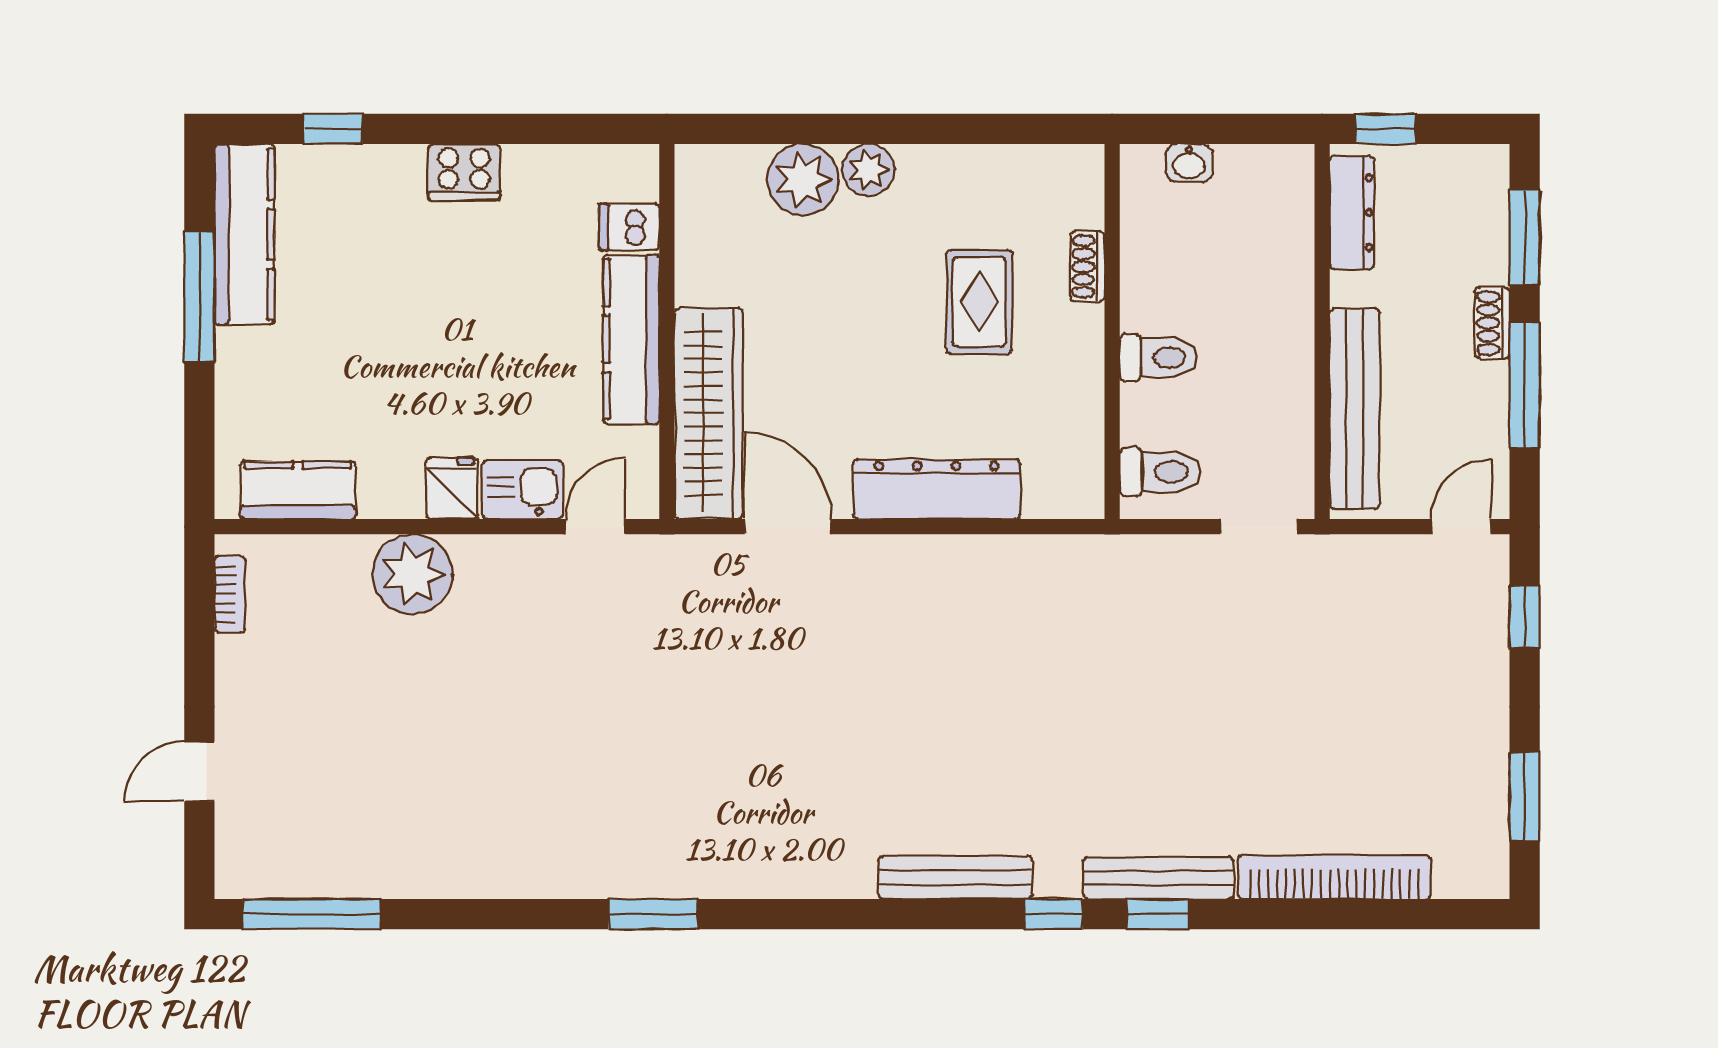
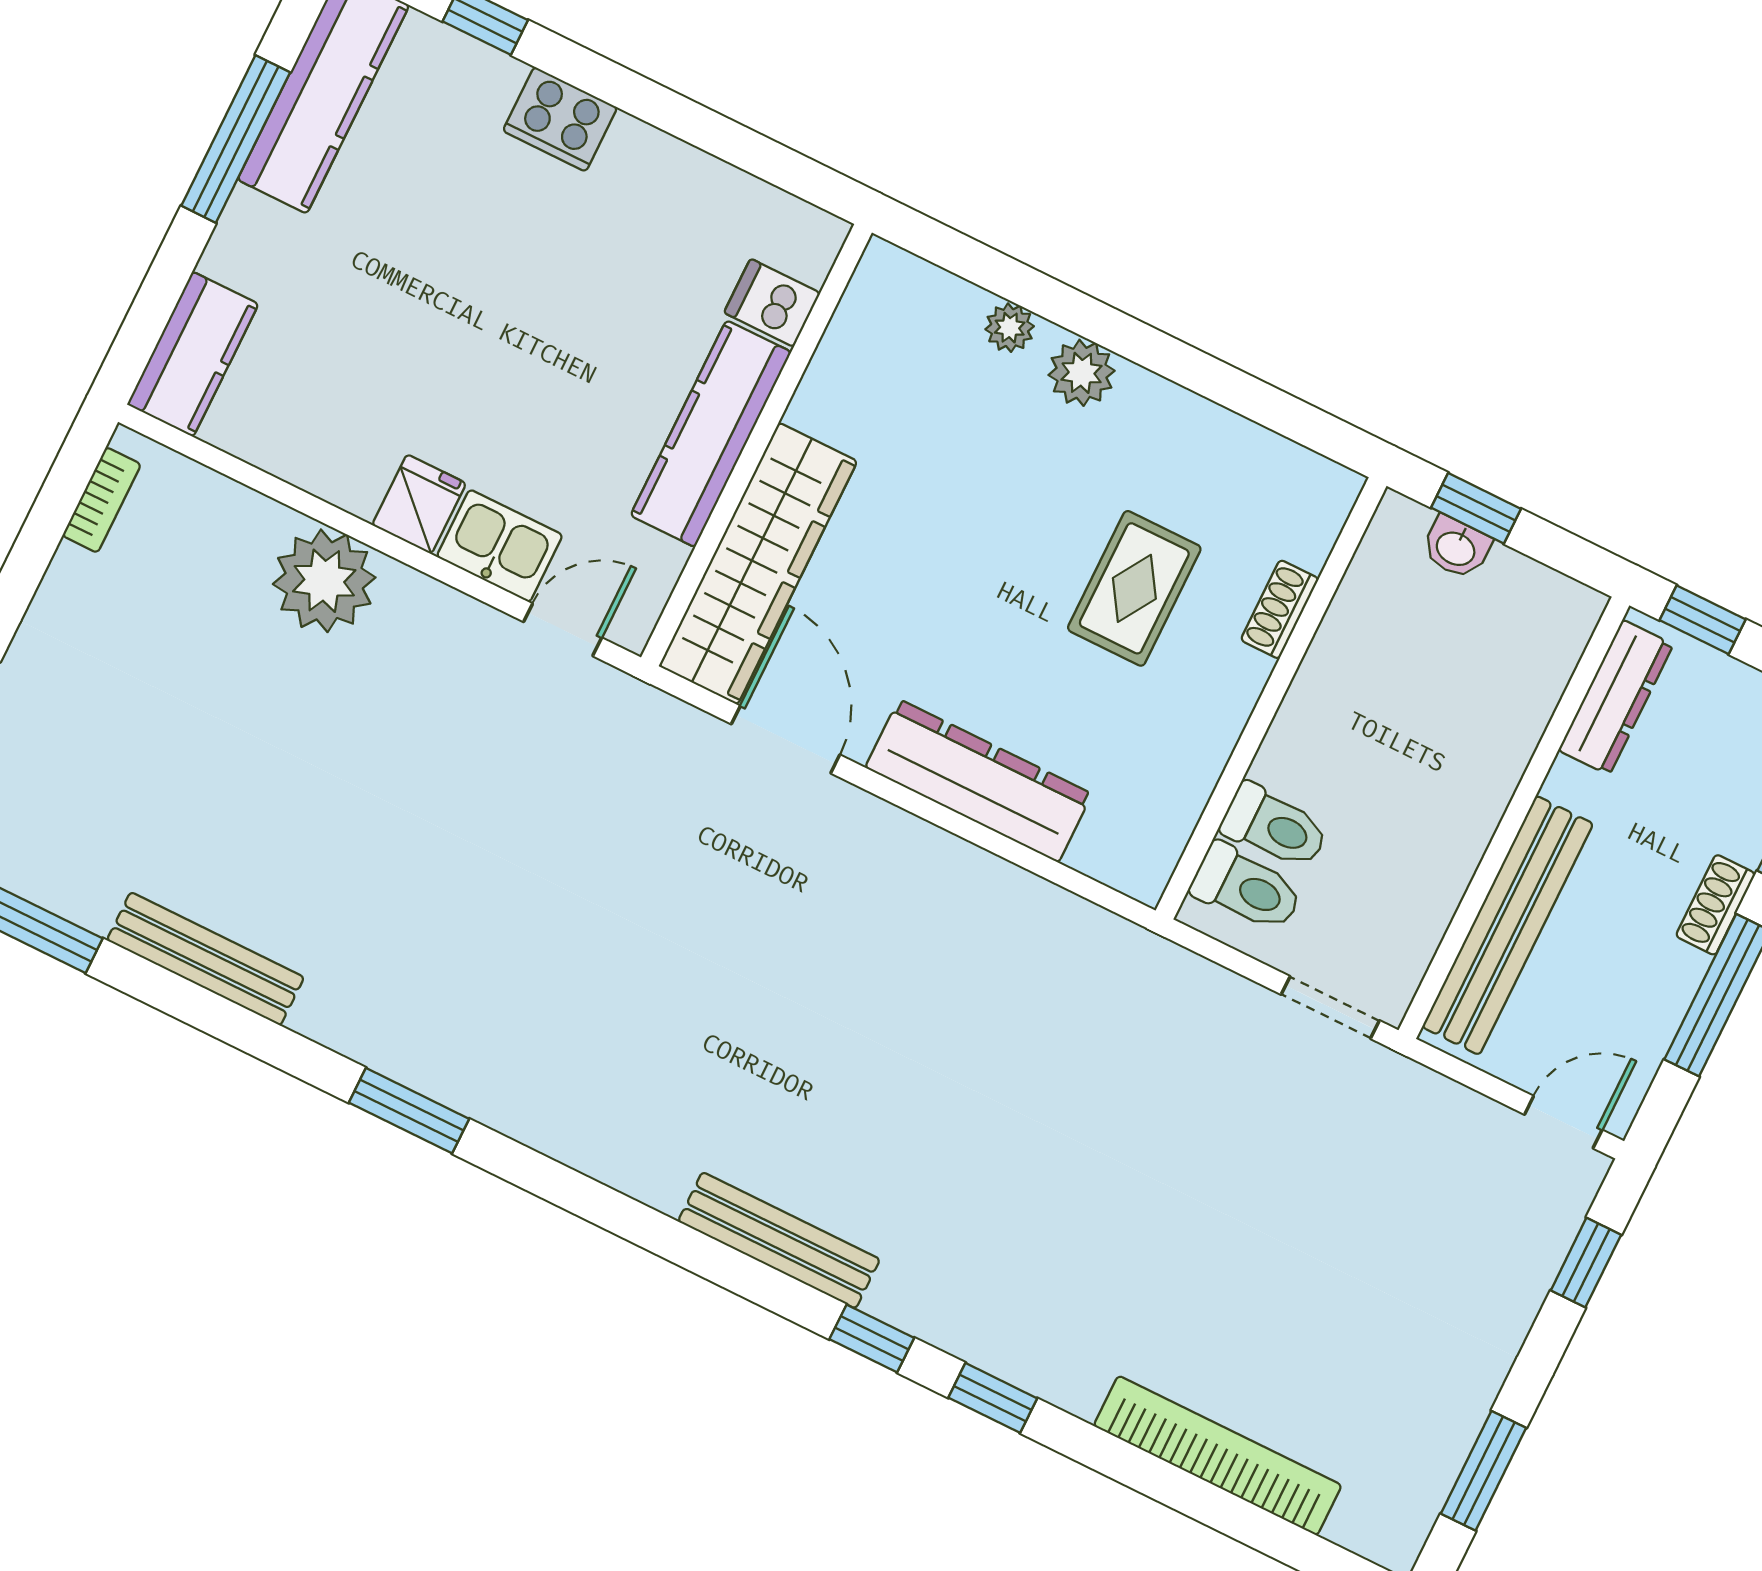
window: (1190, 129) -> (1476, 508), added
cooker: (464, 172) -> (560, 119), moved
plant: (803, 180) -> (1010, 328), width x0.53, depth x0.53
toilet: (1159, 358) -> (1275, 827), moved
kitchen counter: (298, 490) -> (193, 354), moved, turned 90
bench: (1158, 878) -> (205, 959), moved

